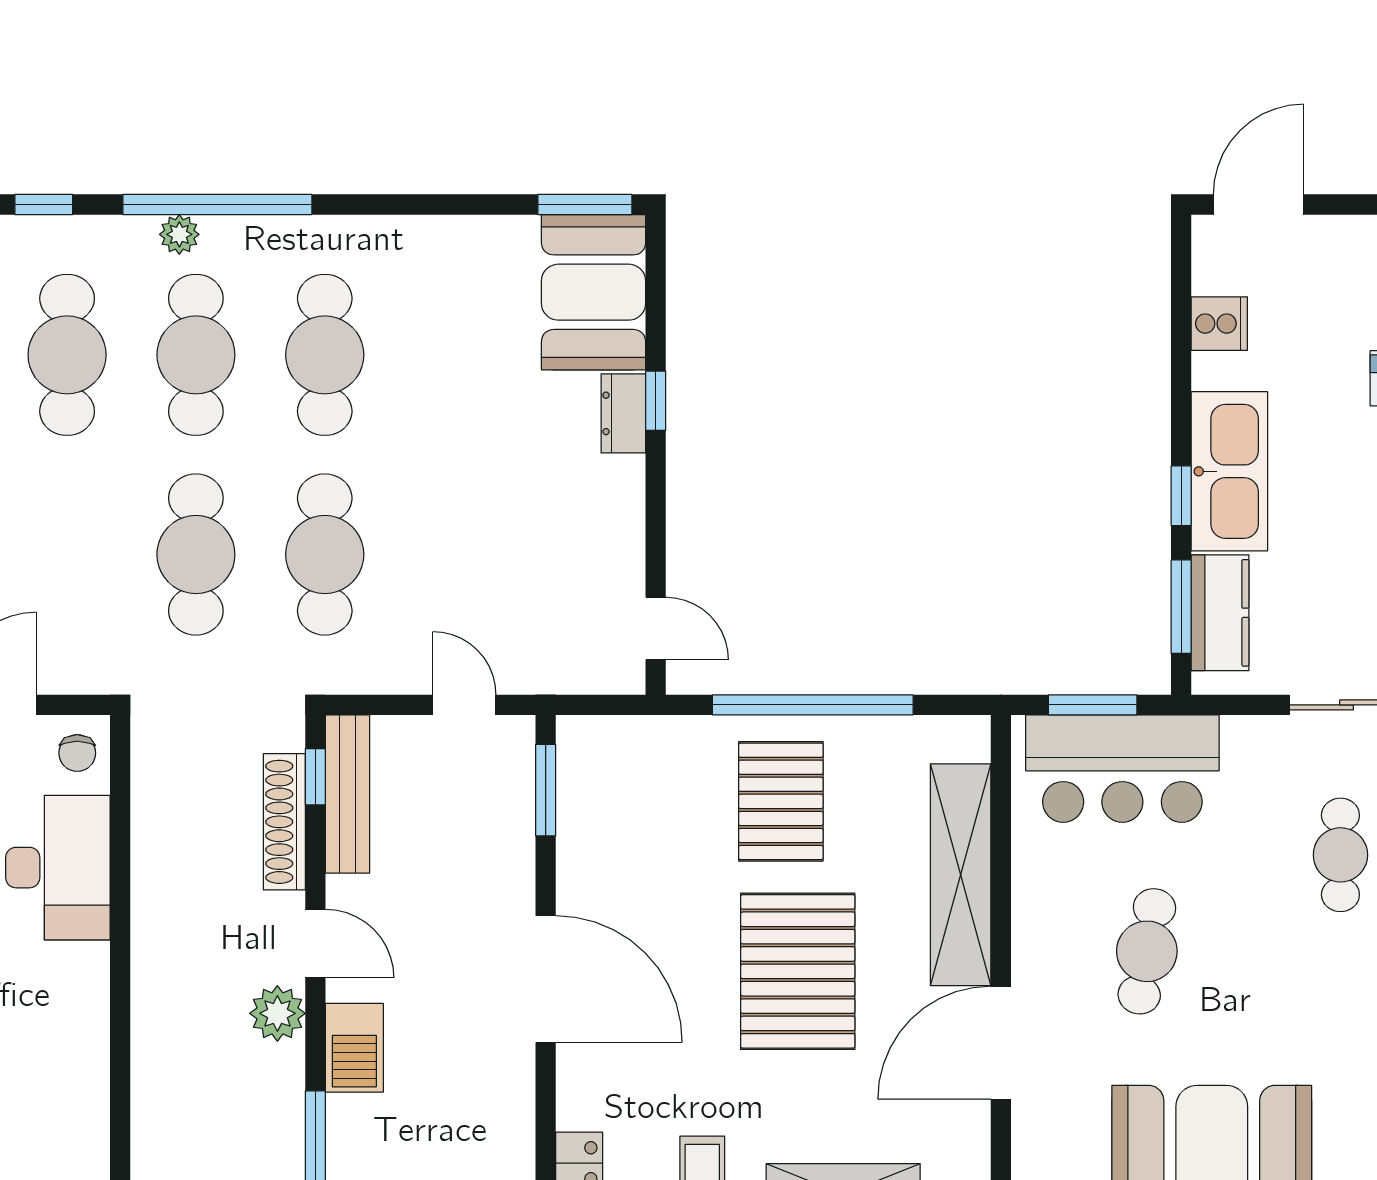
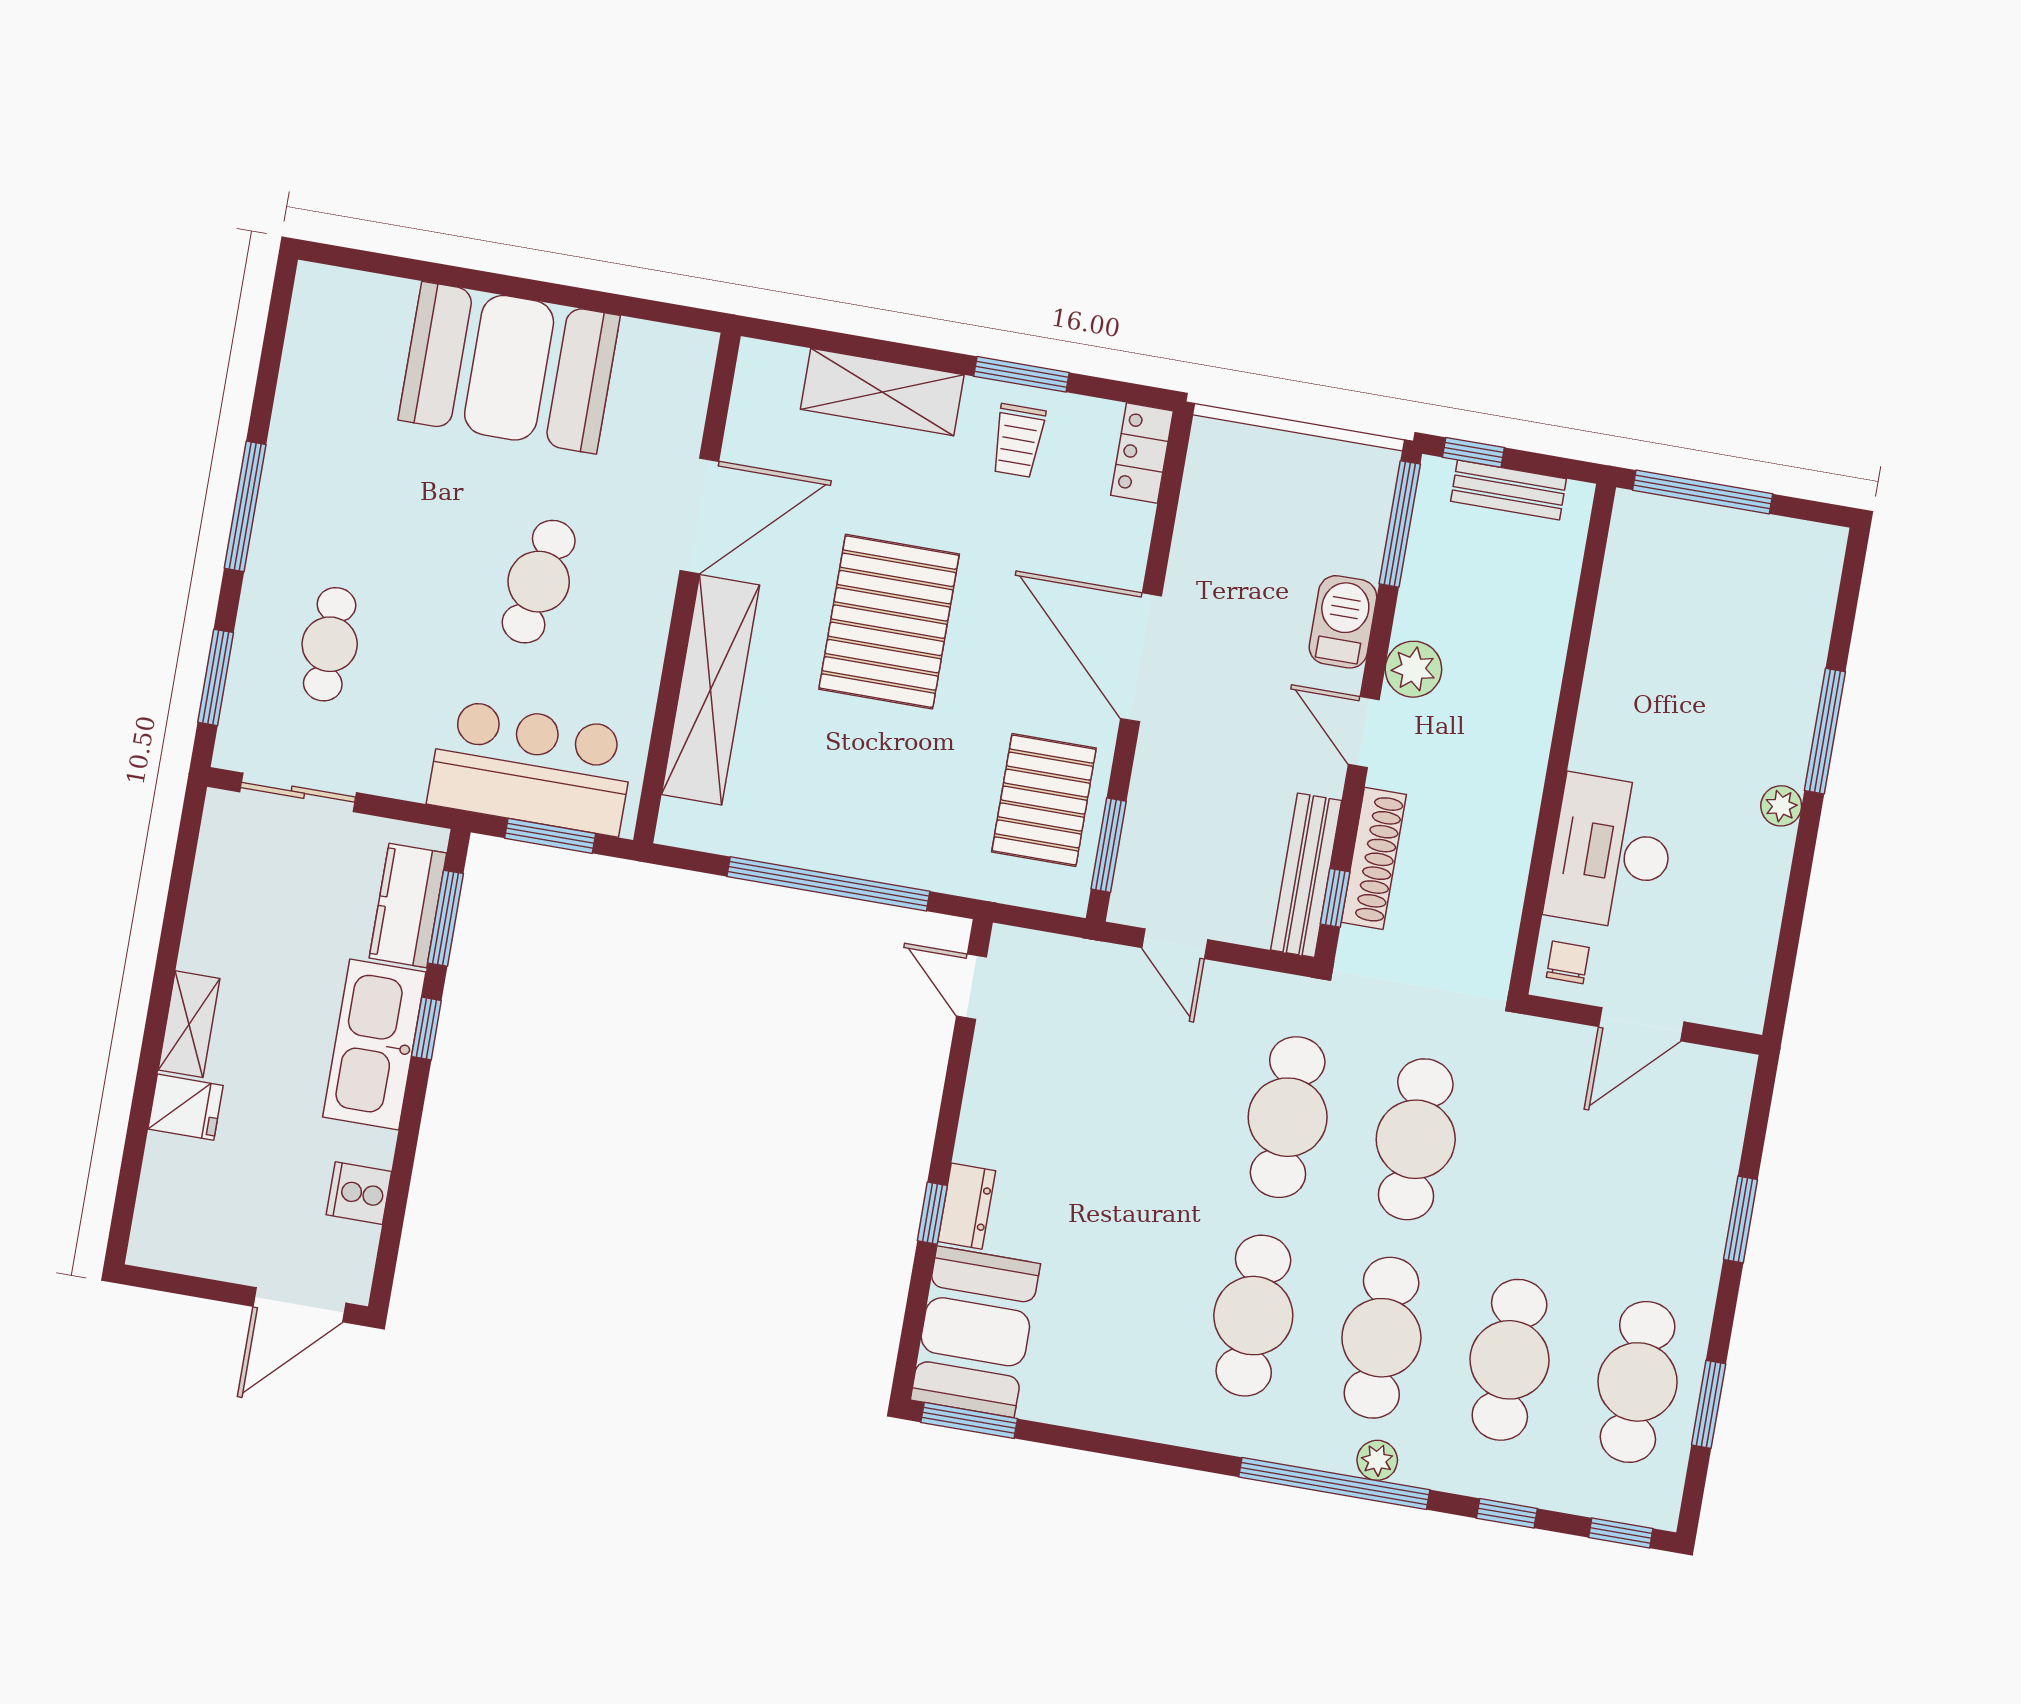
pallet: (781, 801) -> (1044, 800), moved

